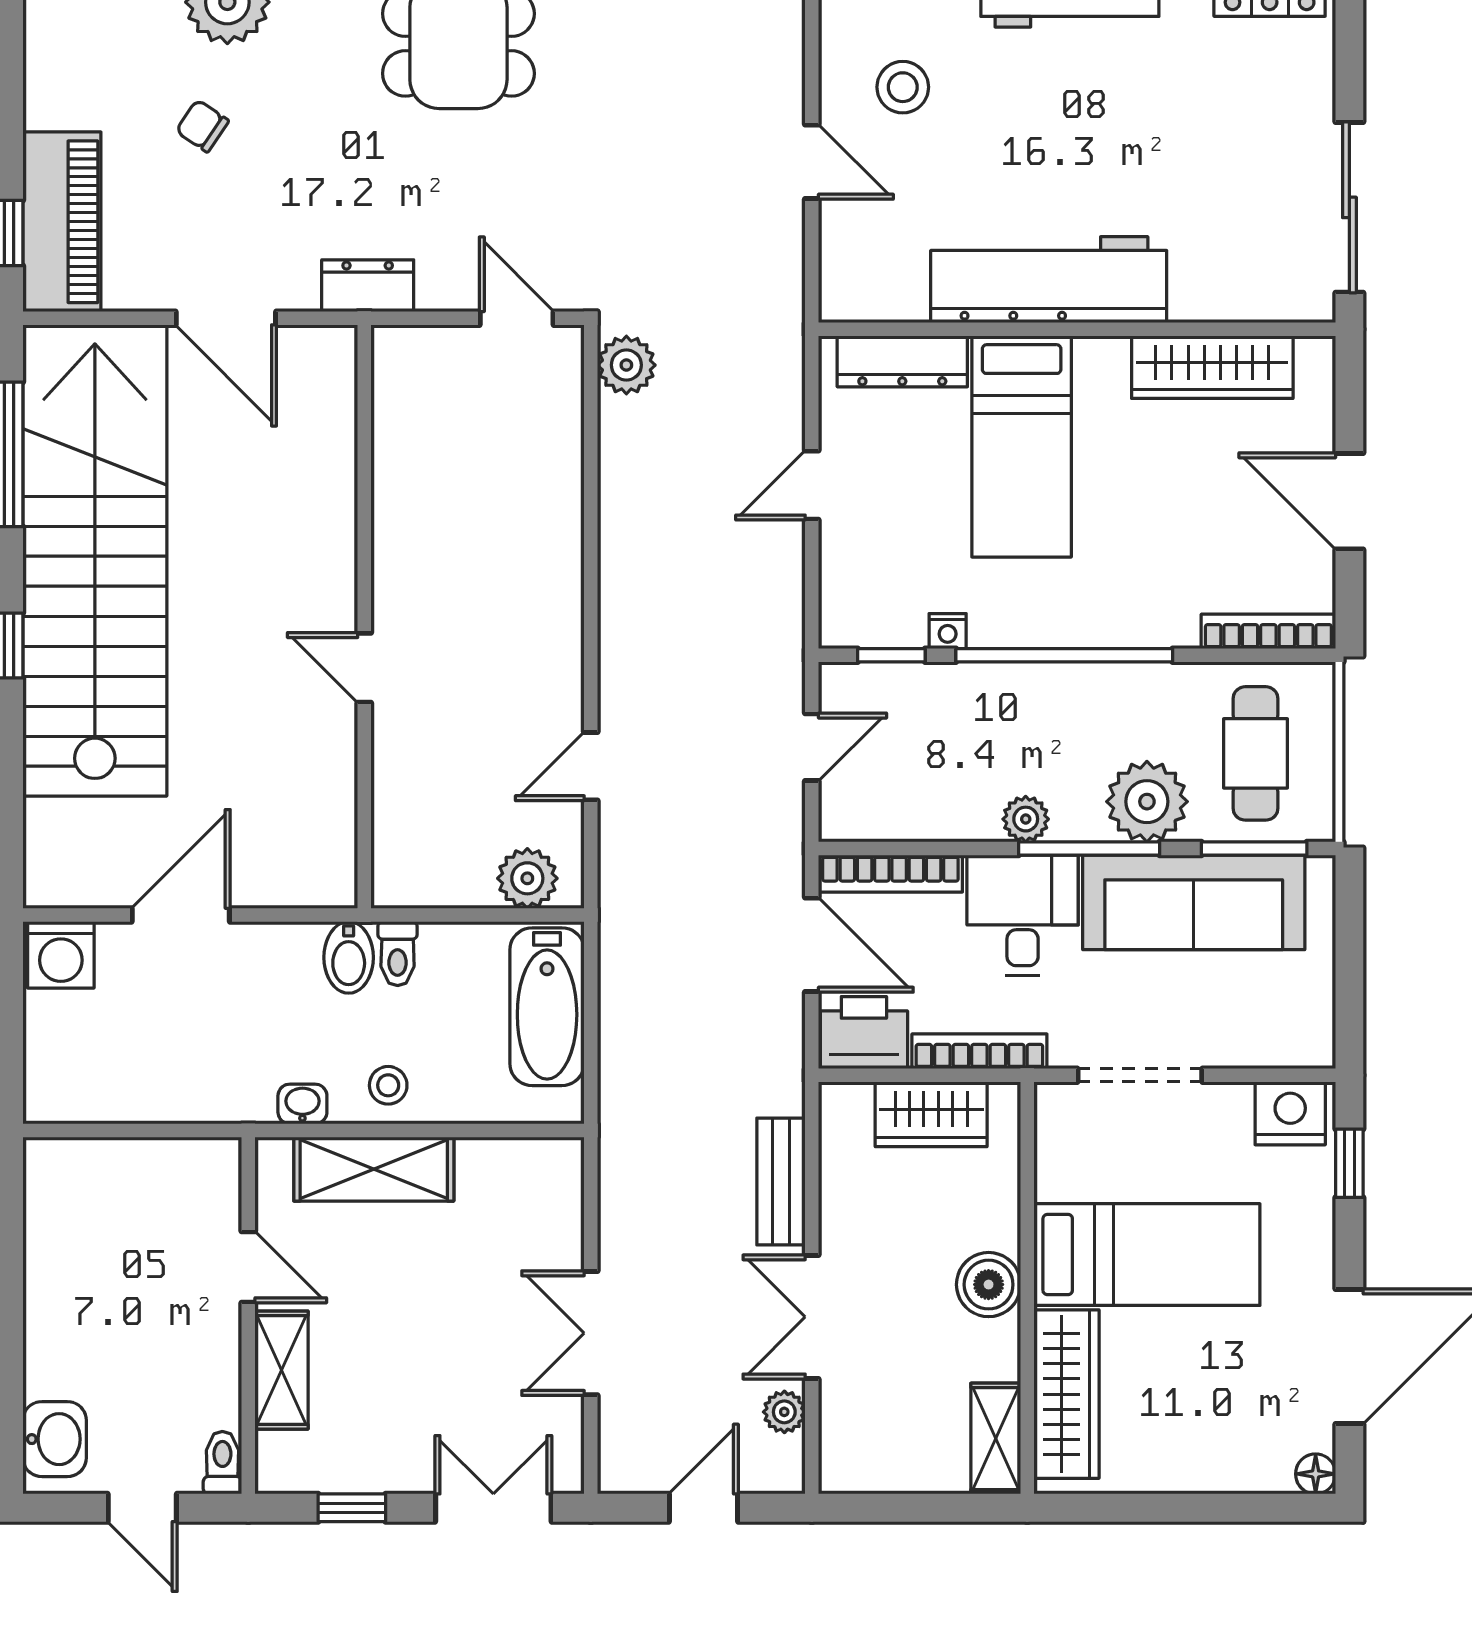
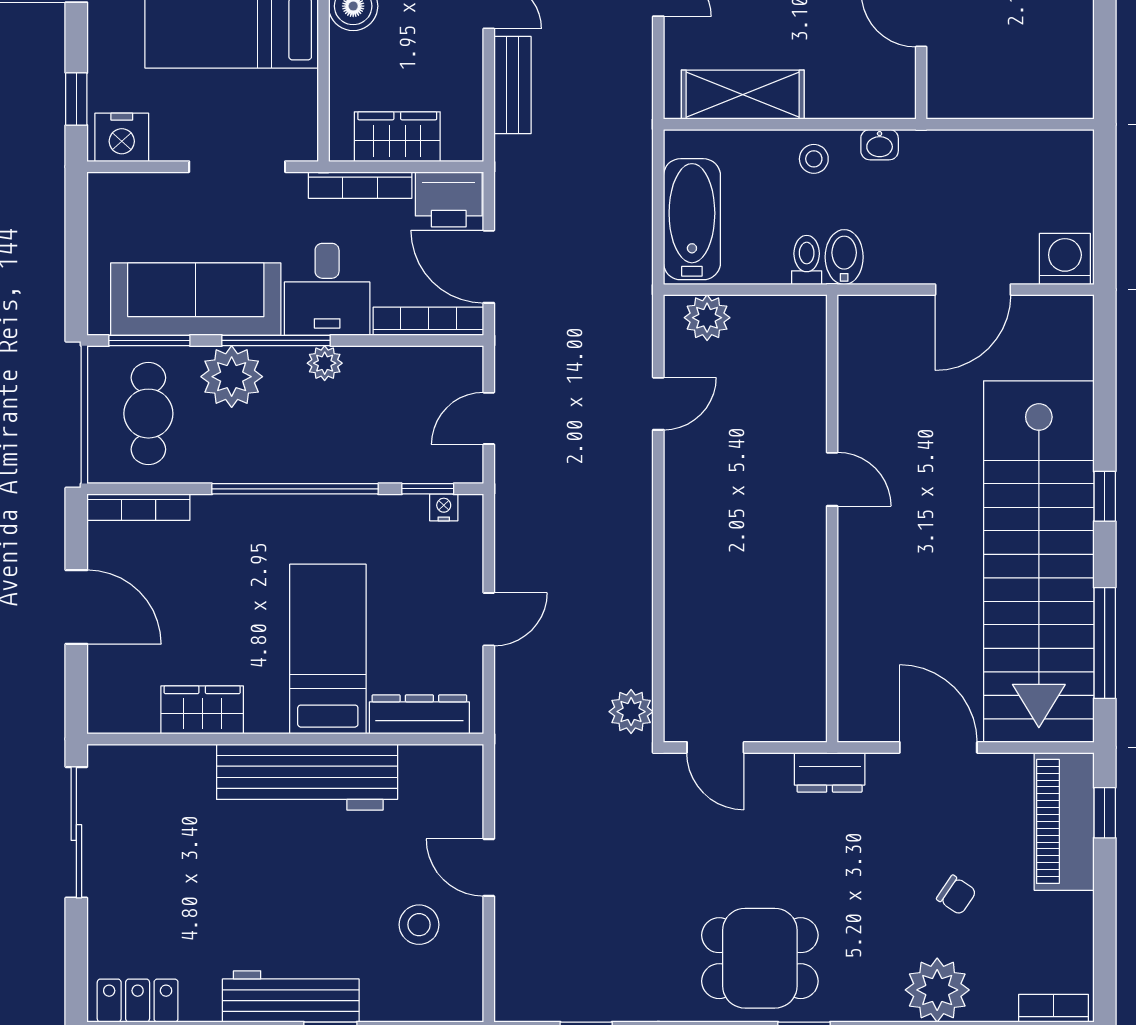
wardrobe: (1212, 367) -> (202, 710), width x0.67
nightstand: (948, 631) -> (444, 507), moved
shelving: (374, 1169) -> (743, 95), moved

